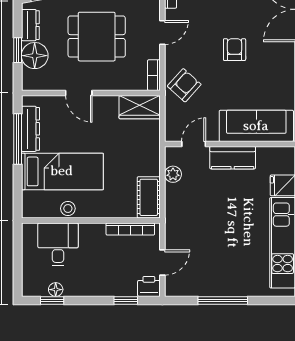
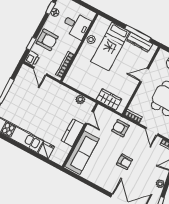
armchair: (184, 85) -> (120, 128), turned 138
wardrobe: (140, 107) -> (109, 99), moved, turned 90
cot: (149, 197) -> (75, 82), removed
armchair: (106, 278) -> (47, 40), added

